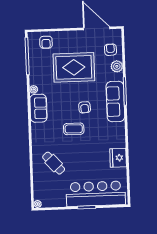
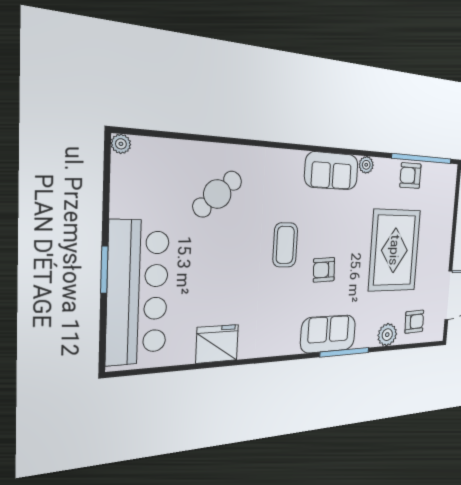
armchair: (46, 42) -> (410, 176), moved
sofa: (115, 102) -> (328, 334), width x0.73

